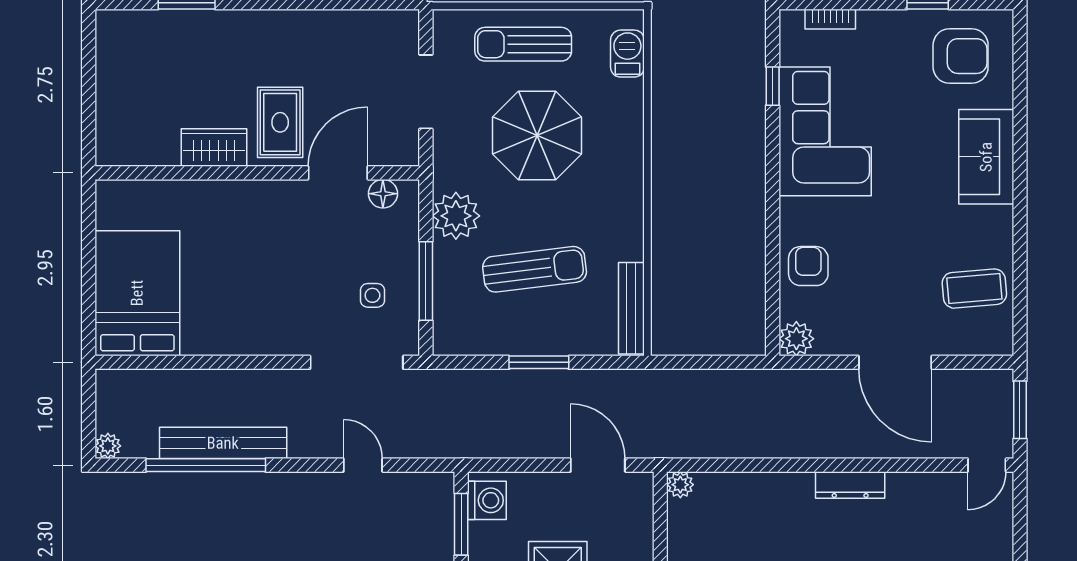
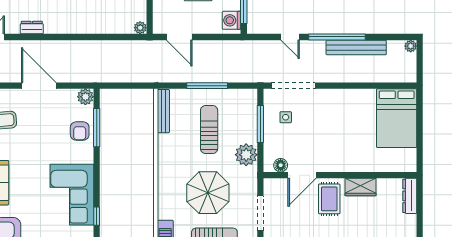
dresser: (110, 129) -> (410, 196), added
sun lounger: (535, 269) -> (209, 129), turned 97
window: (773, 273) -> (97, 128), added
window: (539, 362) -> (207, 86), width x1.44
window: (206, 465) -> (337, 37), moved
dresser: (850, 485) -> (32, 28), moved, width x0.70

